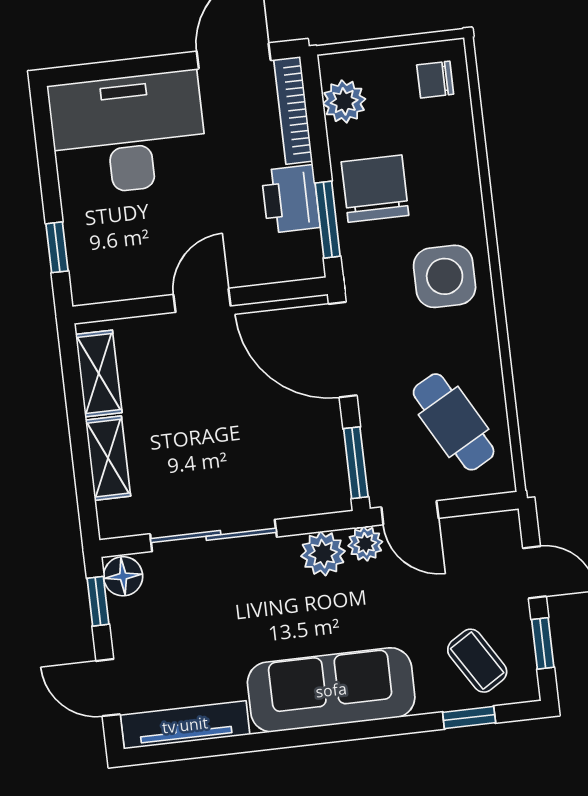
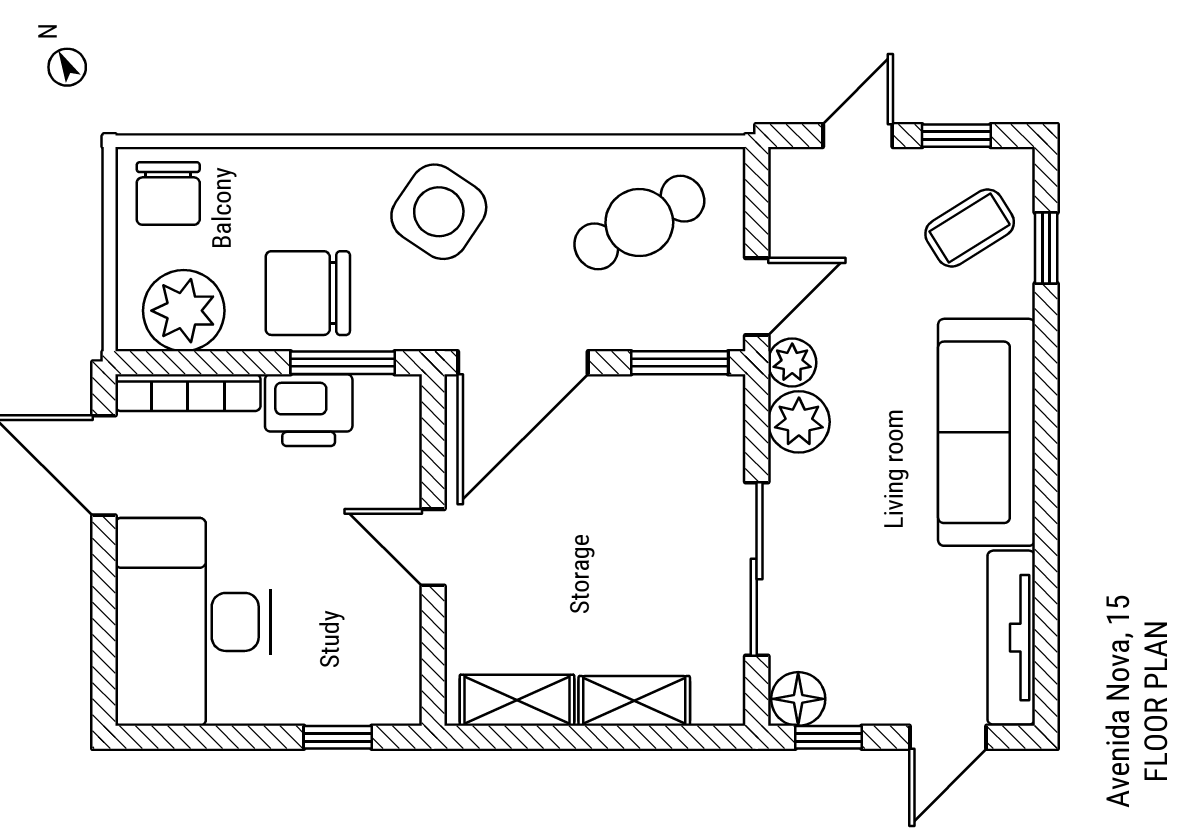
chair: (435, 80) -> (168, 194), width x1.37, depth x1.37
plant: (344, 101) -> (184, 311), width x1.36, depth x1.36
side table: (445, 276) -> (439, 212), turned 34

